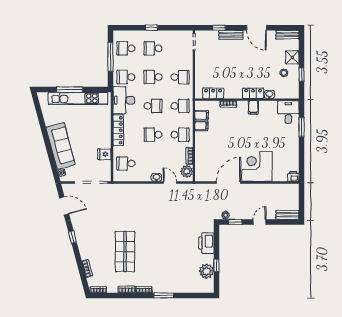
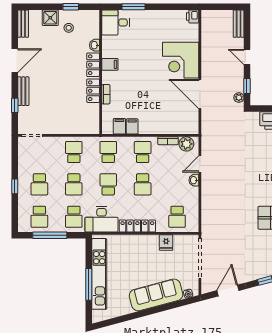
locker: (213, 93) -> (93, 91), moved

